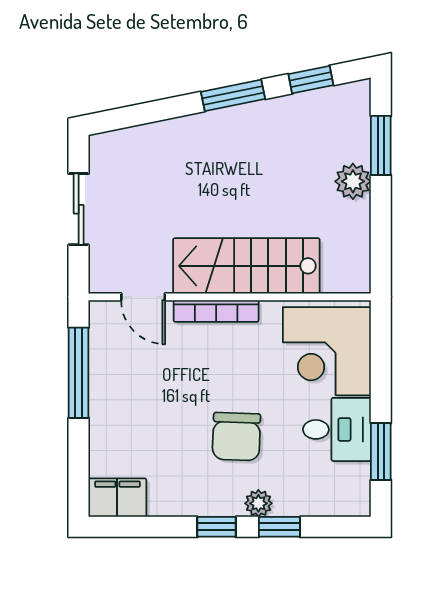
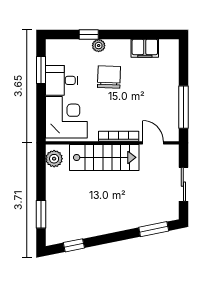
window: (233, 95) -> (154, 229), moved
plant: (353, 181) -> (54, 159), moved
filing cabinet: (117, 498) -> (145, 48), moved
window: (217, 527) -> (118, 34), removed

